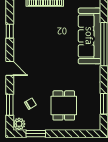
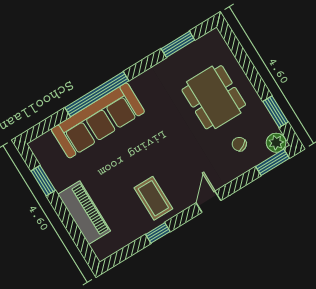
coffee table: (30, 40) -> (153, 198), added
window: (10, 105) -> (273, 162), moved
dining table: (64, 105) -> (214, 97), width x1.38

